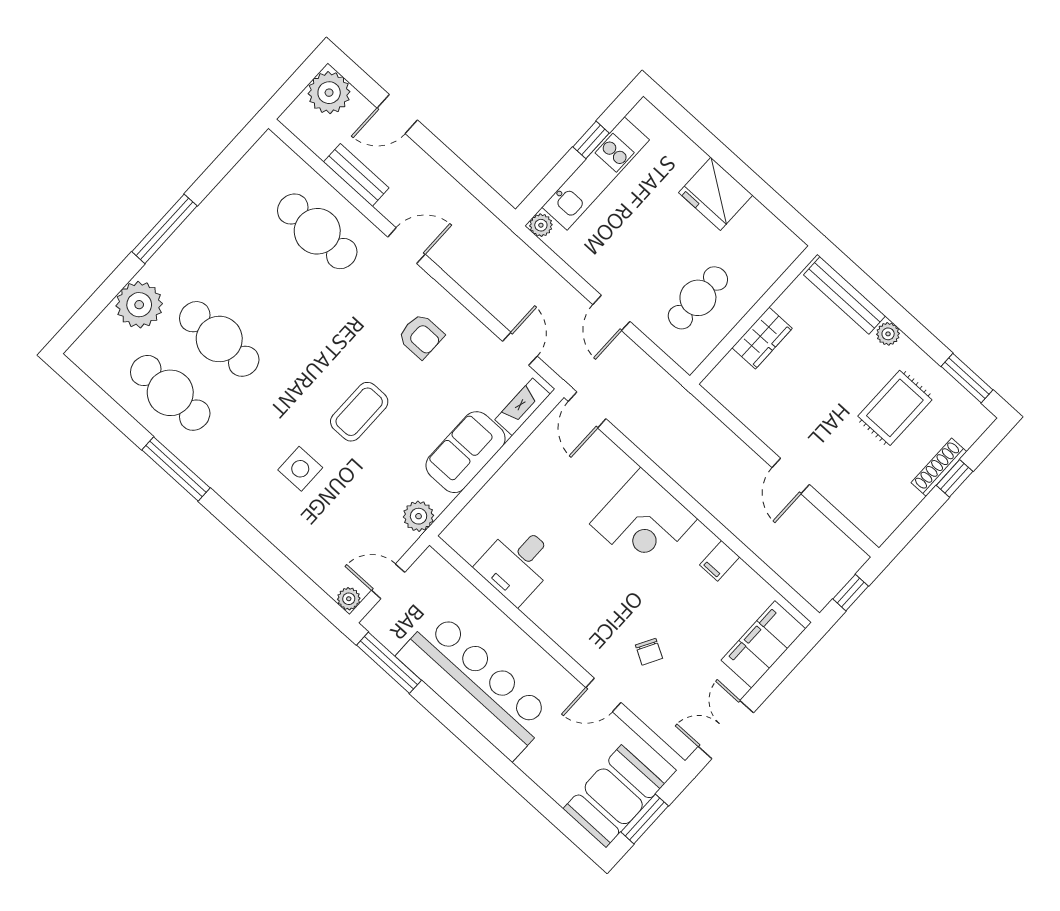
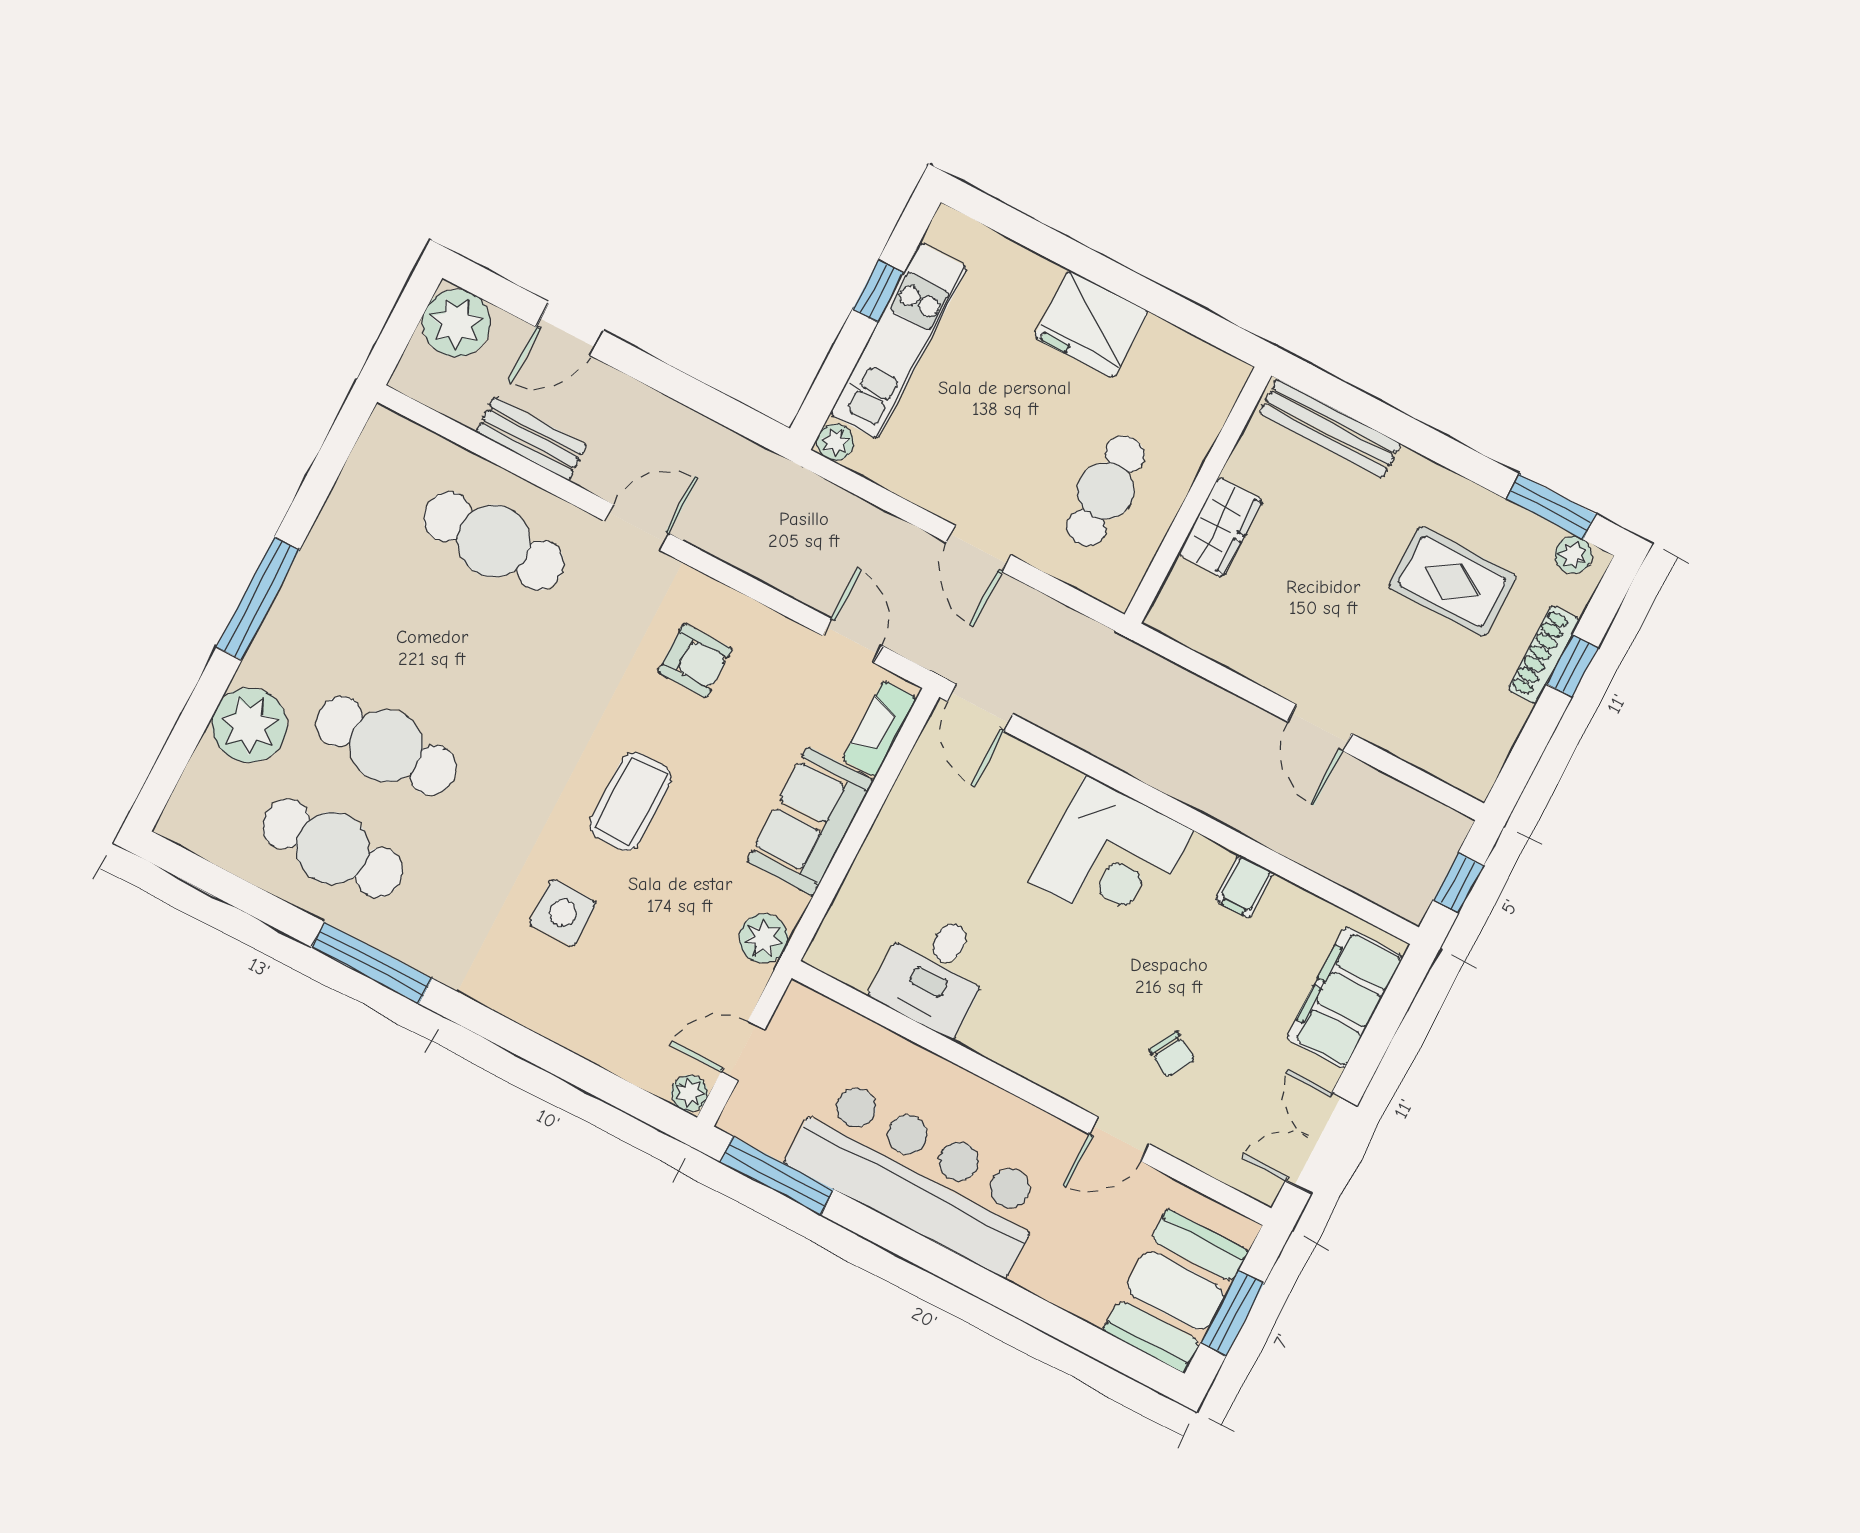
plant: (888, 334) -> (1573, 555), moved
rug: (895, 408) -> (1452, 581), turned 90

